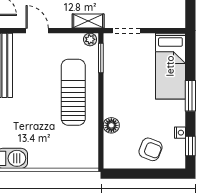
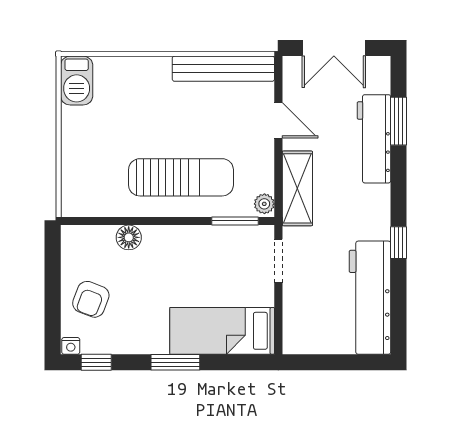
shelving: (88, 21) -> (297, 188), width x1.50, depth x1.33
door: (37, 31) -> (278, 120), hinge flipped
nightstand: (180, 133) -> (71, 346), moved

